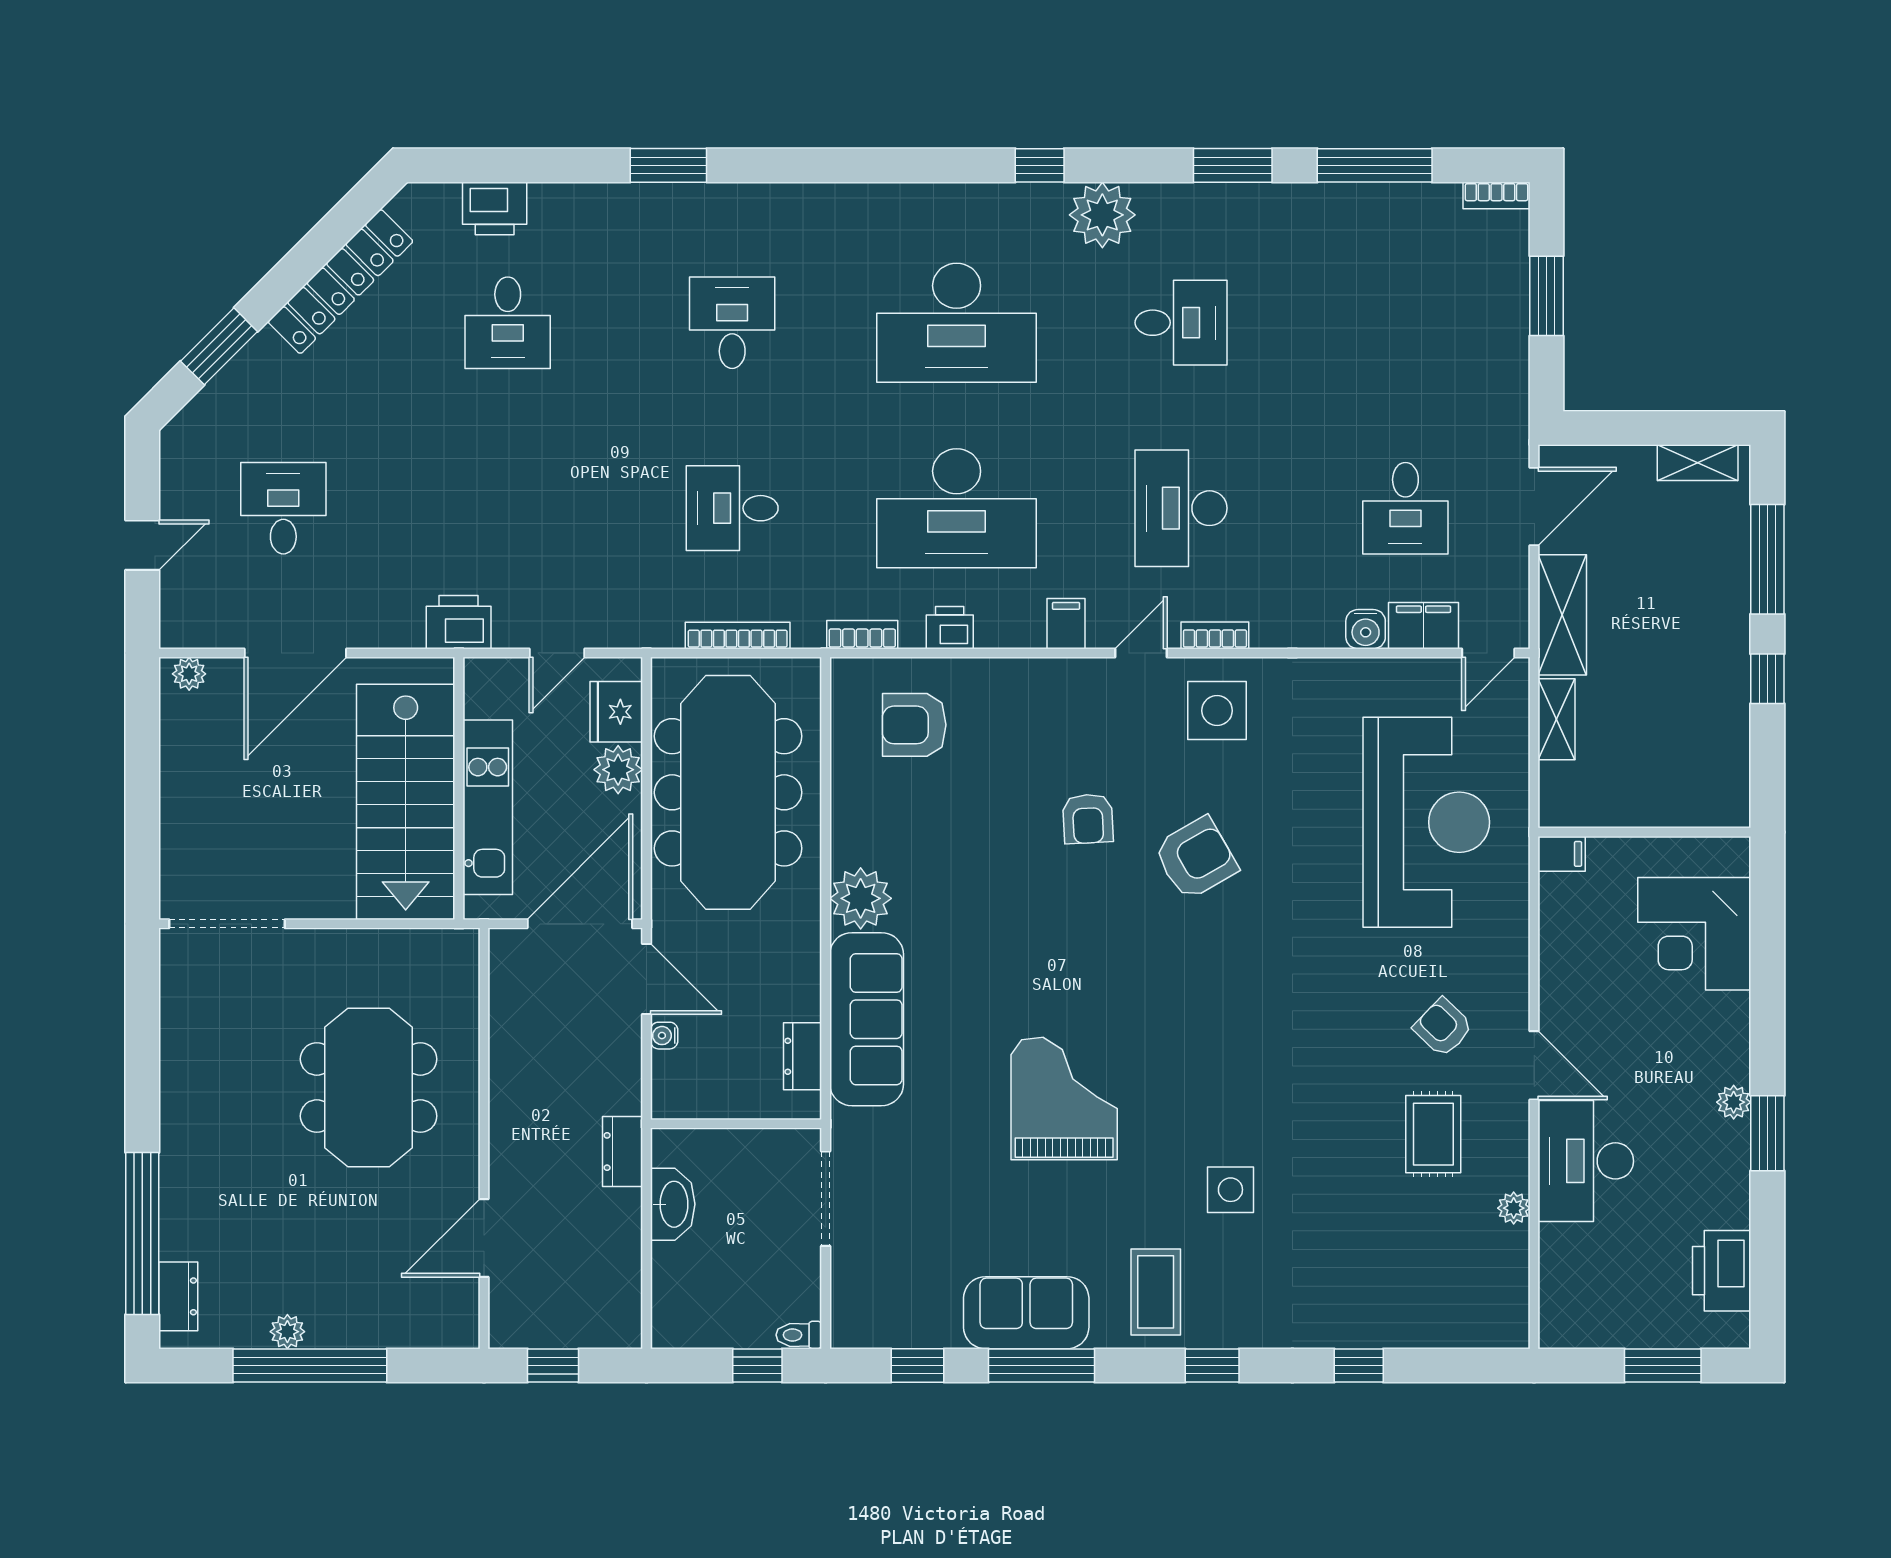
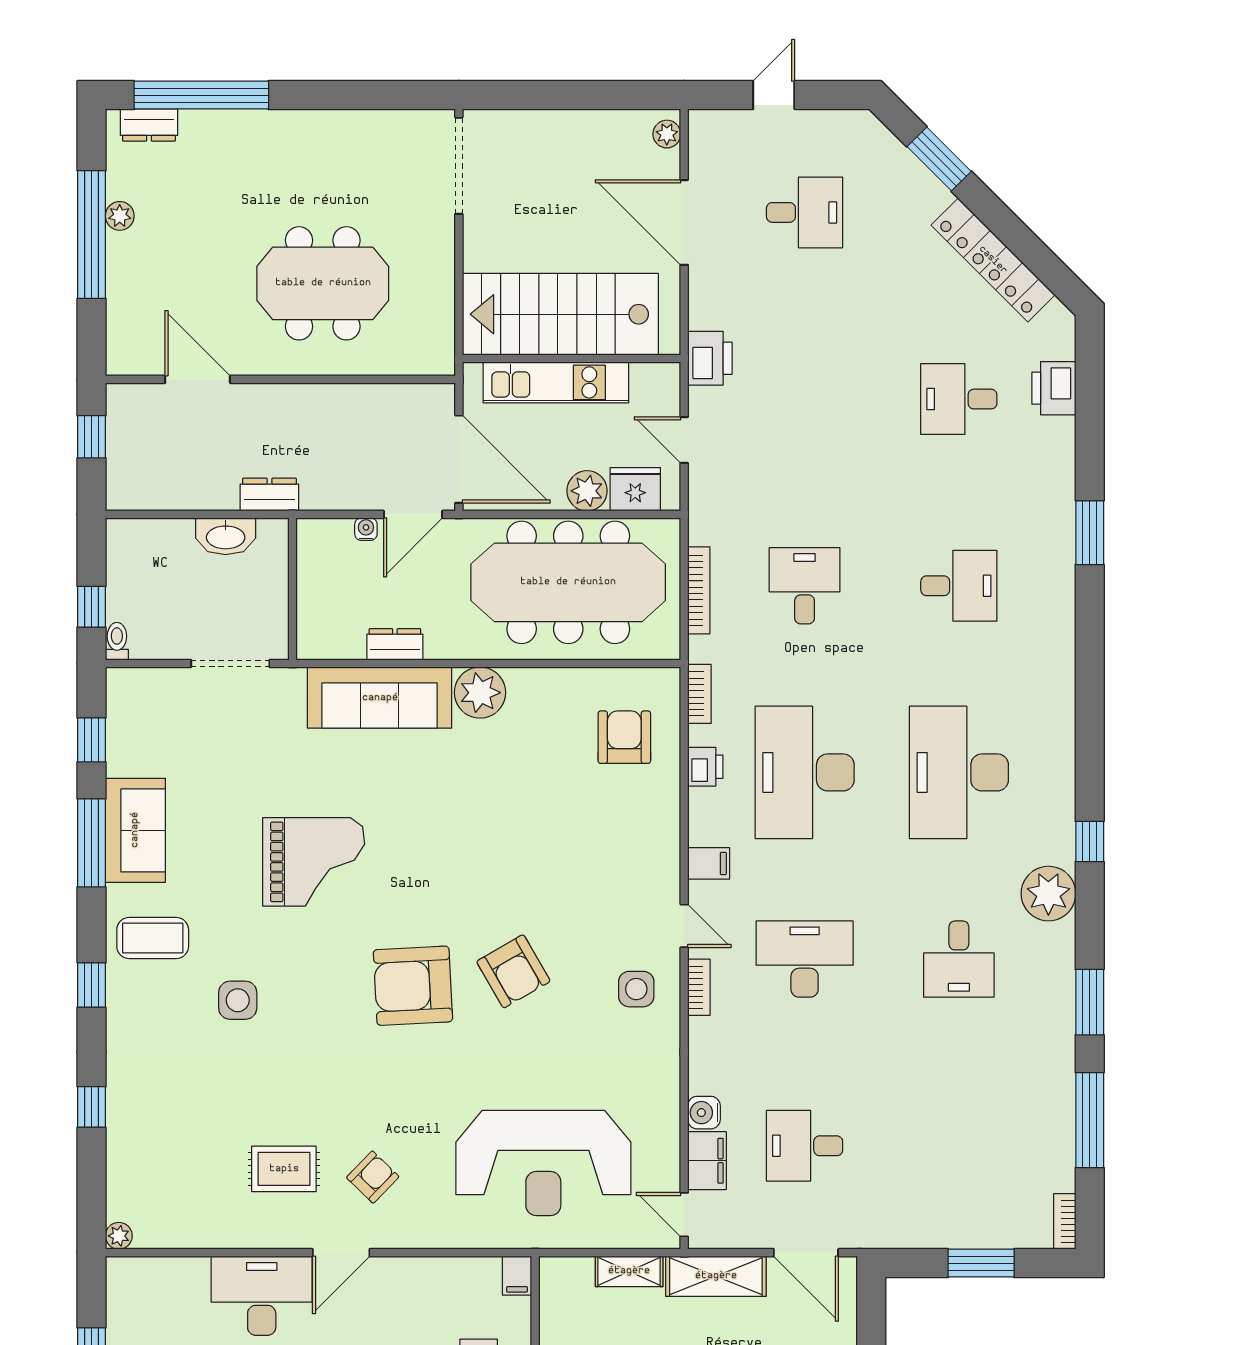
door: (142, 545) -> (774, 95), swing flipped
side table: (1217, 711) -> (636, 989), width x0.73, depth x0.73
armchair: (1088, 819) -> (413, 986), moved, width x1.88, depth x1.88
dresser: (803, 1056) -> (395, 644), moved
plant: (1514, 1208) -> (119, 1236), moved

